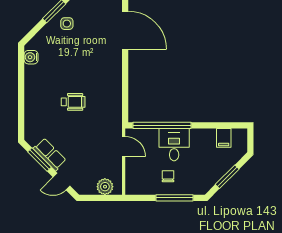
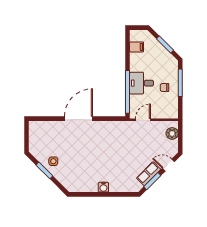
door: (125, 30) -> (78, 119), moved
water cooler: (31, 57) -> (103, 187), moved
wheelchair: (73, 102) -> (110, 157), removed
door: (62, 182) -> (168, 165), swing flipped

